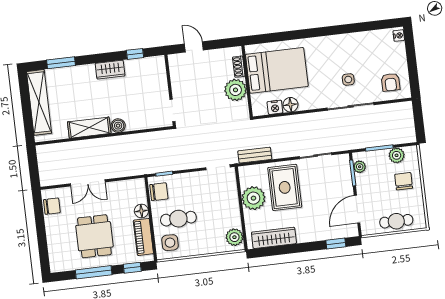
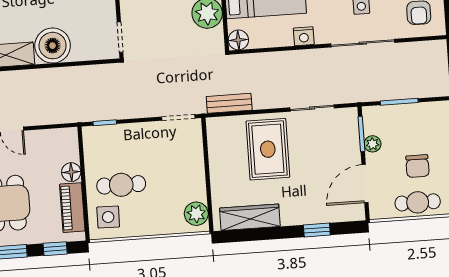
floor lamp: (290, 105) -> (238, 40), moved
nightstand: (275, 107) -> (304, 36), moved
boiler: (118, 126) -> (53, 46), width x1.86, depth x1.86
plant: (397, 155) -> (422, 113), removed
plant: (360, 167) -> (373, 144), moved
chair: (404, 181) -> (417, 166), moved, turned 180
chair: (159, 192) -> (96, 147), removed
plant: (253, 198) -> (225, 162), removed
window: (336, 243) -> (317, 230), moved

